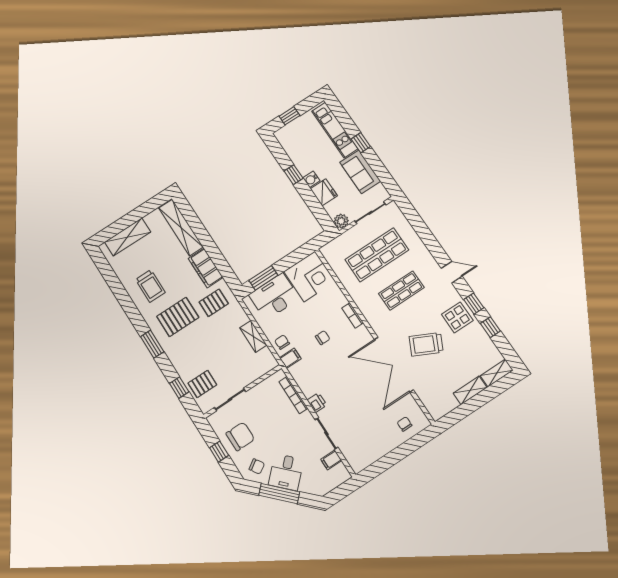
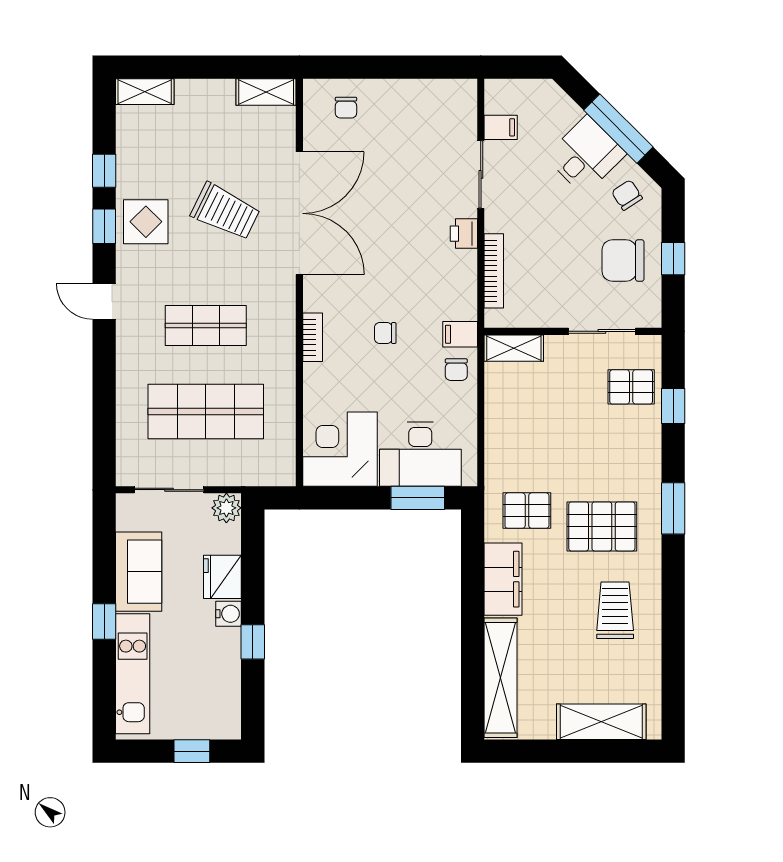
shelving: (253, 336) -> (514, 348), moved, turned 90
shelving: (470, 390) -> (266, 92), moved

